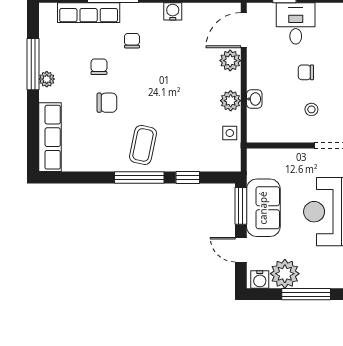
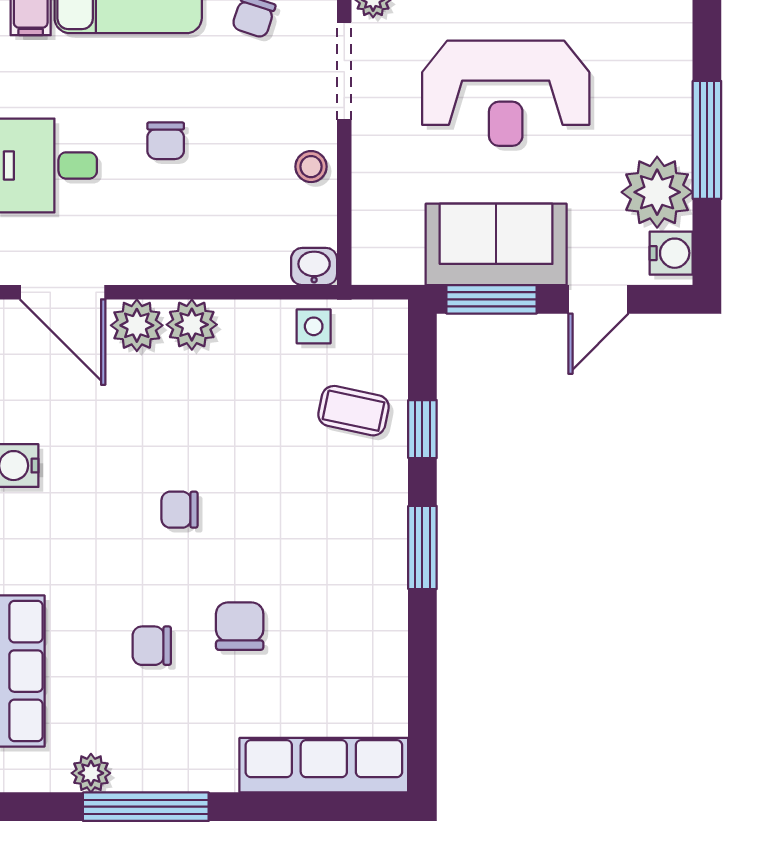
chair: (132, 41) -> (180, 510), moved
plant: (47, 79) -> (91, 773), moved
washbasin: (254, 99) -> (314, 267), moved
plant: (231, 101) -> (192, 325), moved
stool: (311, 109) -> (311, 167), moved
coffee table: (143, 145) -> (354, 411), moved, width x0.73, depth x0.77
window: (139, 178) -> (422, 547), width x0.69

